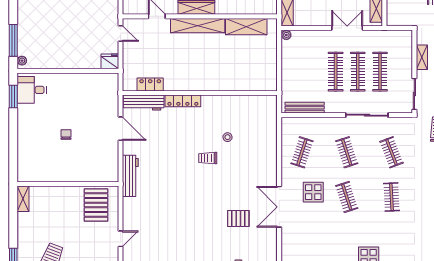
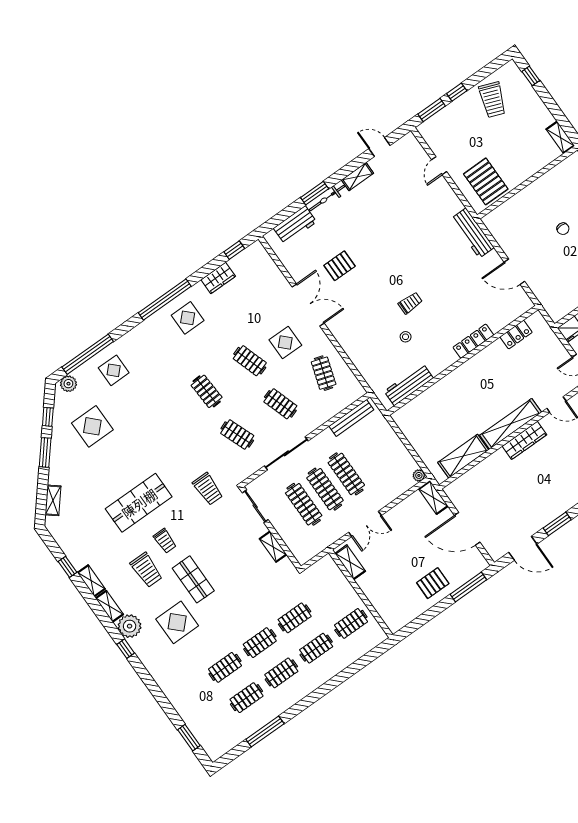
workbench: (144, 103) -> (409, 385), moved

